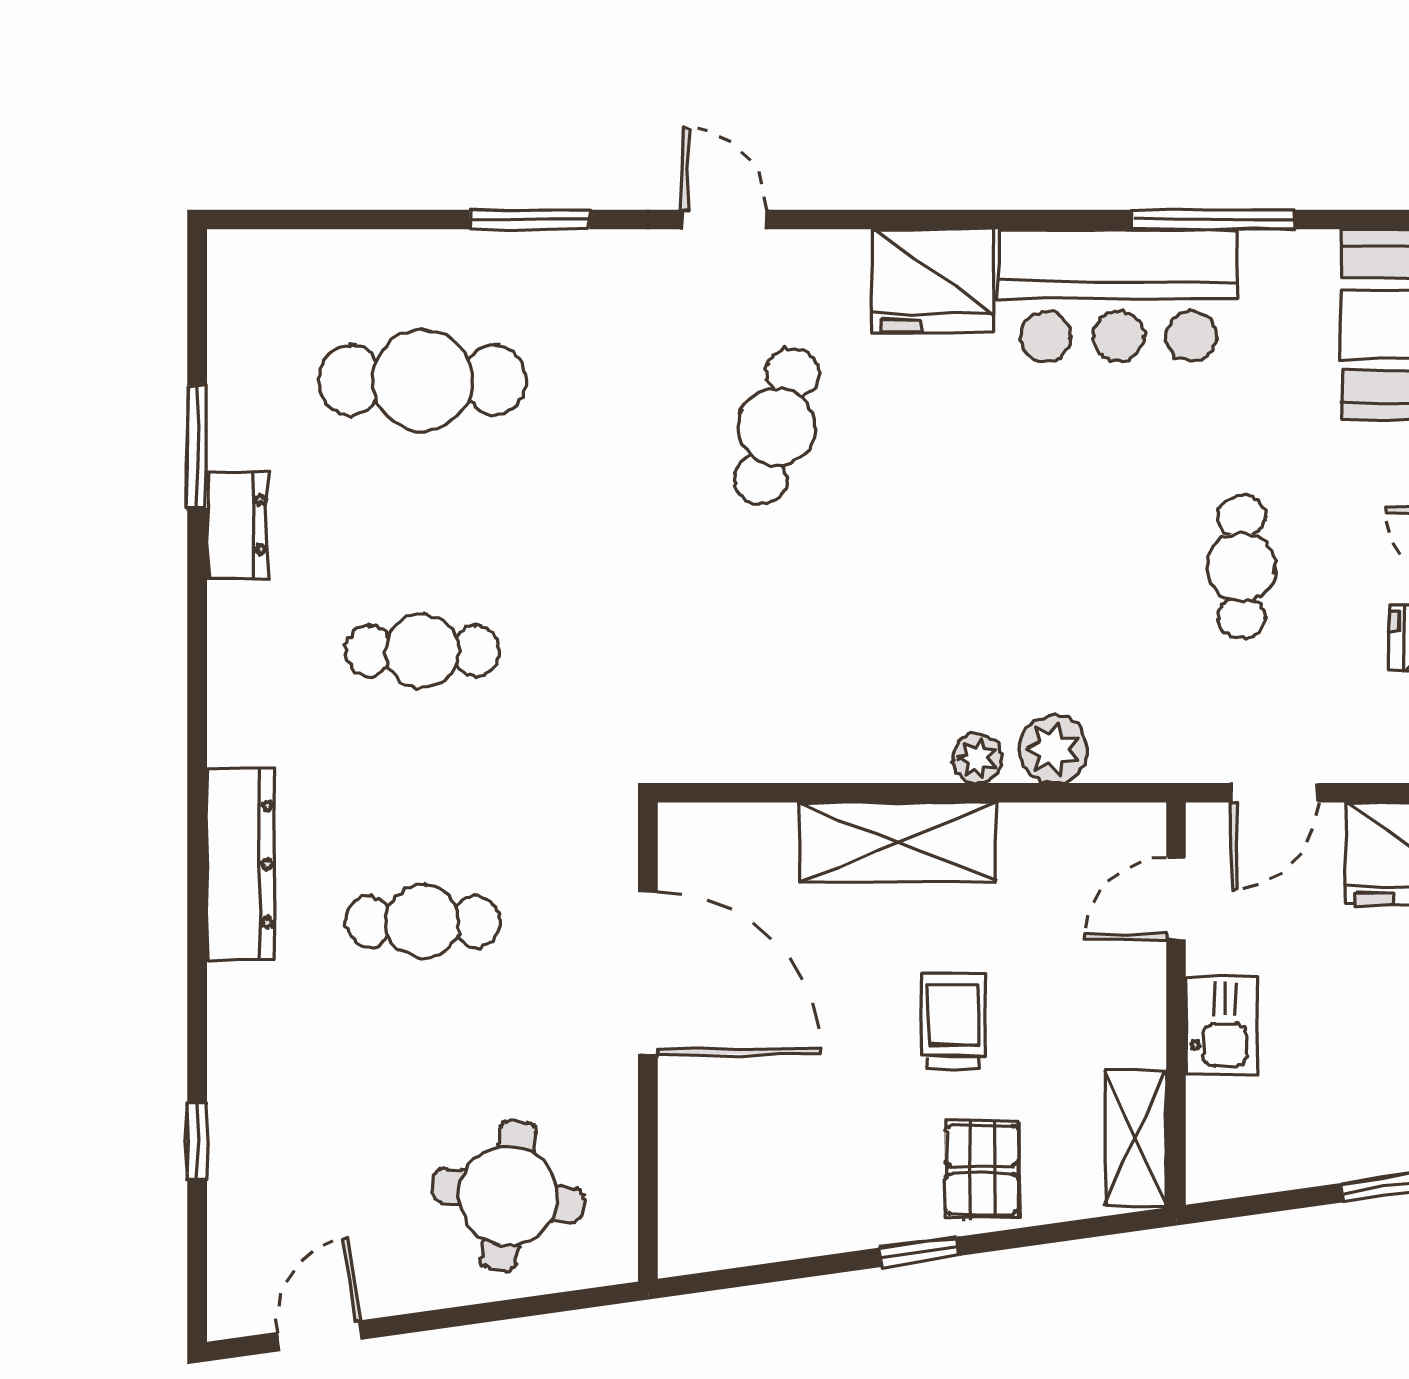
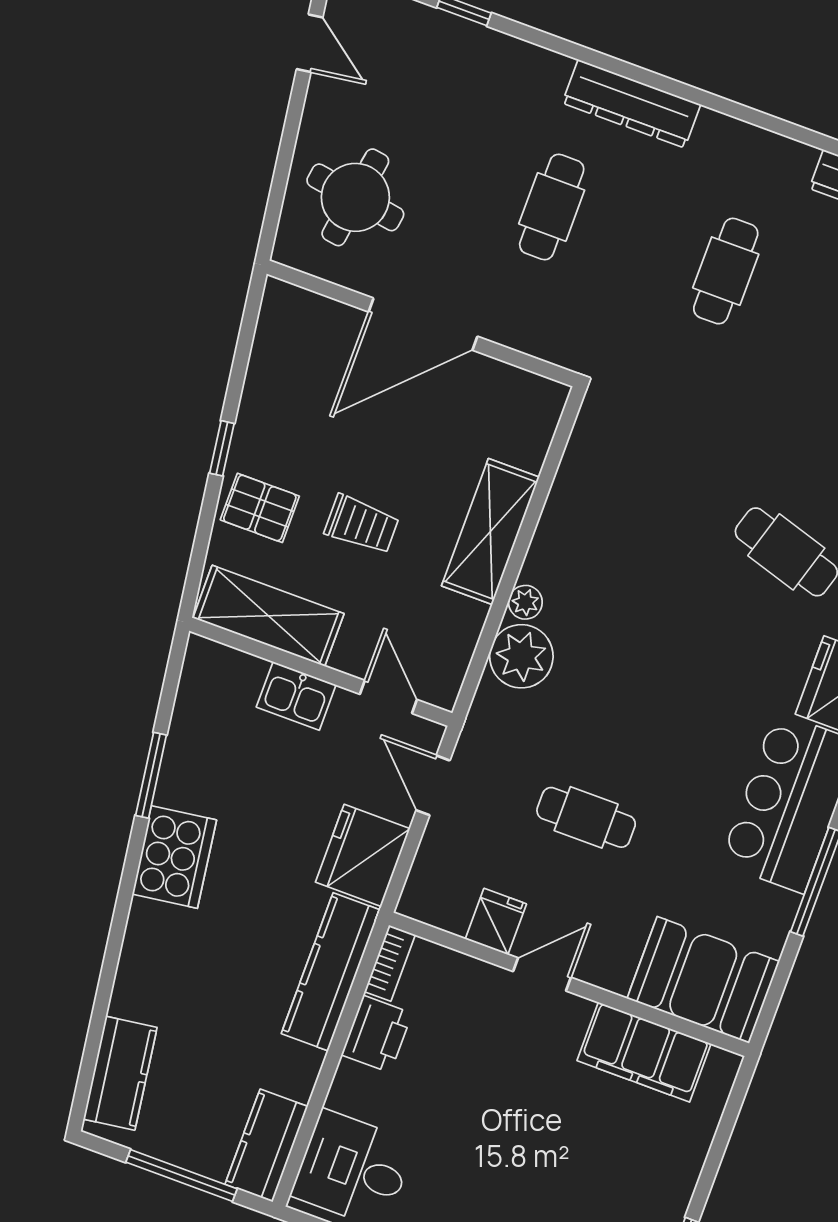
plant: (1053, 749) -> (521, 656), width x1.36, depth x1.36
door: (648, 973) -> (423, 324), moved
shelving: (1136, 1138) -> (268, 616), width x1.50, depth x1.33

